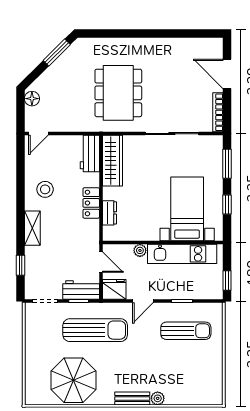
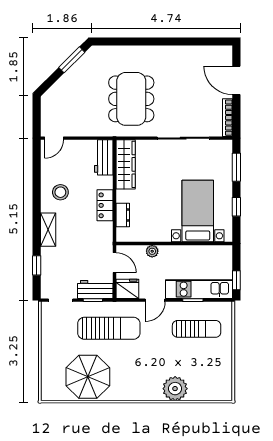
floor lamp: (32, 99) -> (48, 104), removed
kitchen unit: (182, 254) -> (199, 289), moved, turned 180
bench: (132, 398) -> (145, 394), removed
plant: (158, 398) -> (175, 389), width x1.87, depth x1.87

